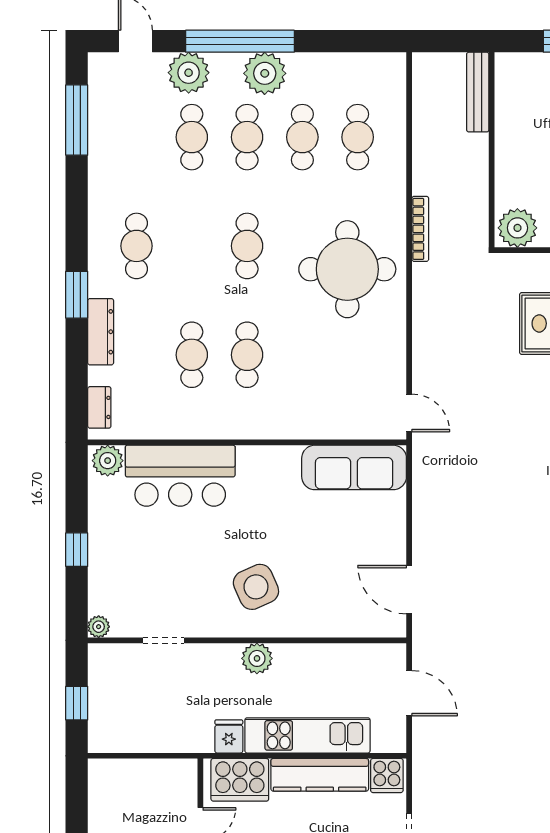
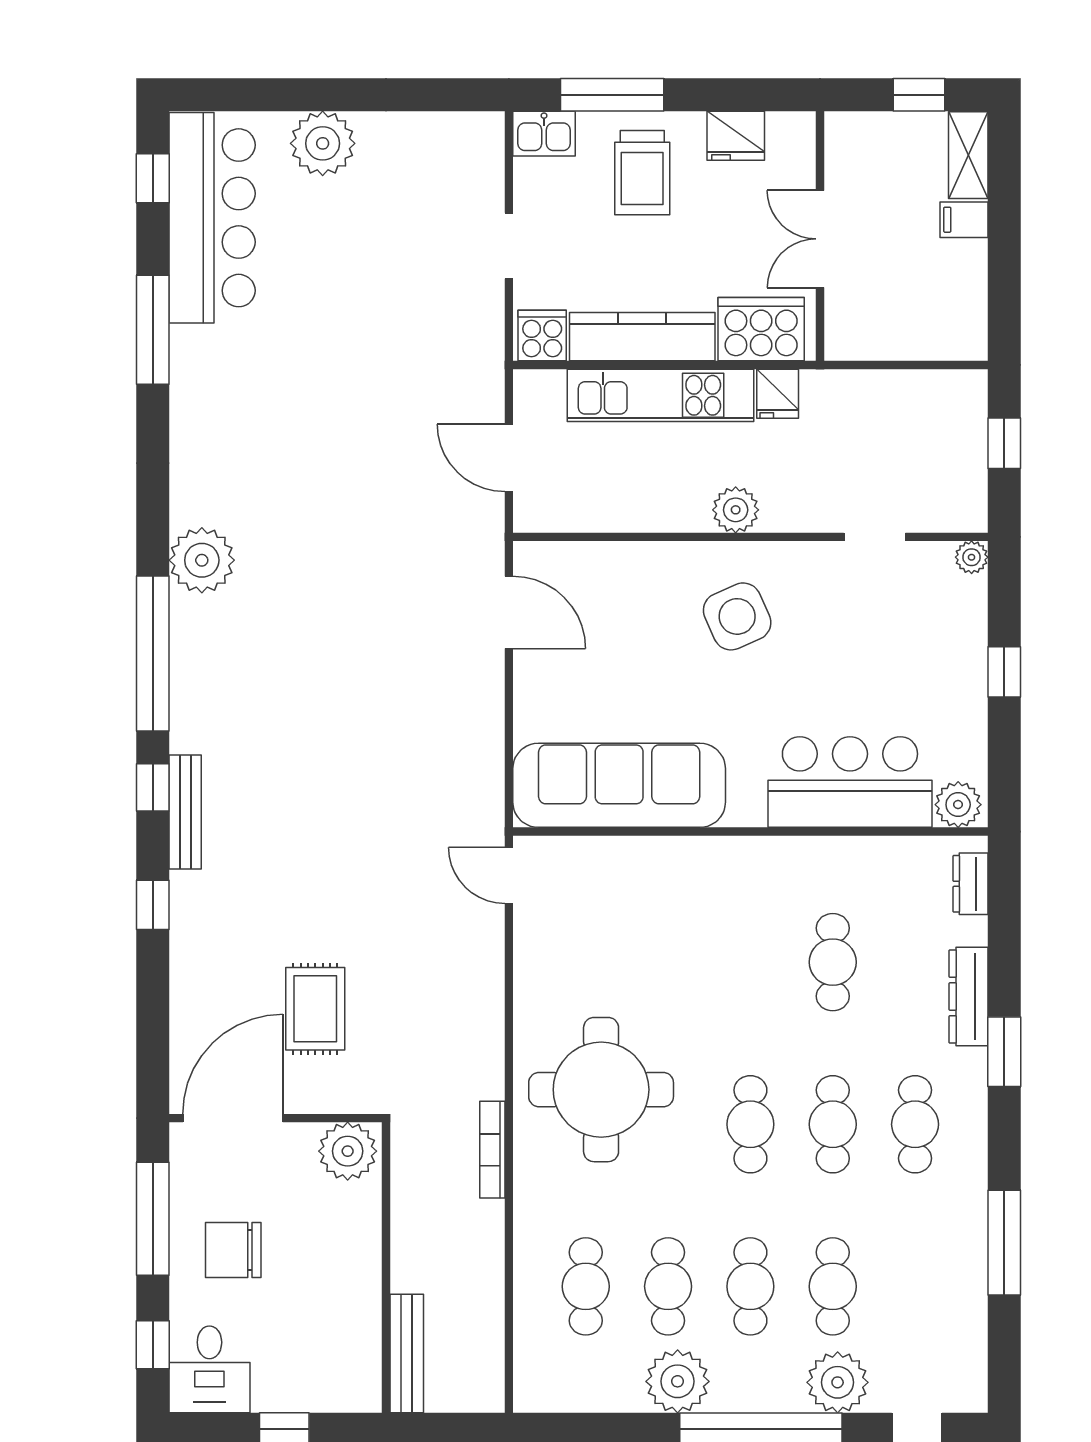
plant: (265, 73) -> (678, 1381), moved
window: (77, 120) -> (1004, 1243), moved
cafe table: (247, 355) -> (833, 1124), moved
sofa: (354, 467) -> (619, 785), width x1.36, depth x1.27

